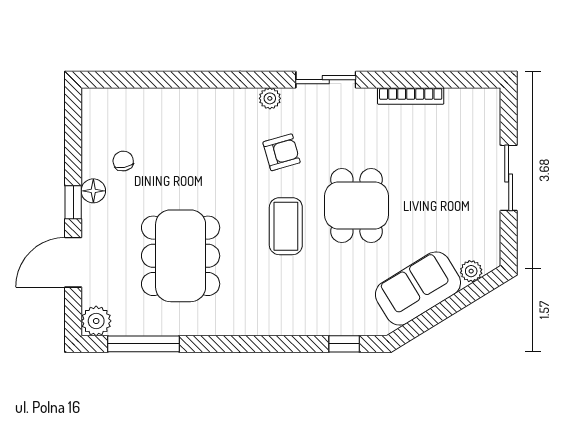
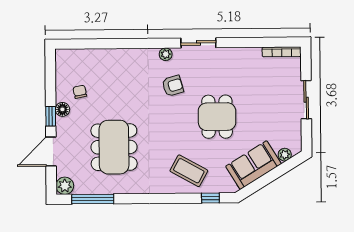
bookcase: (411, 96) -> (282, 52), moved
coffee table: (286, 226) -> (189, 171), moved, turned -61

